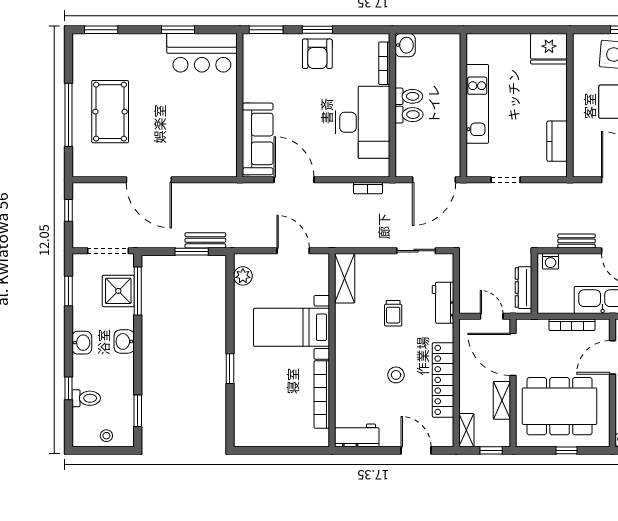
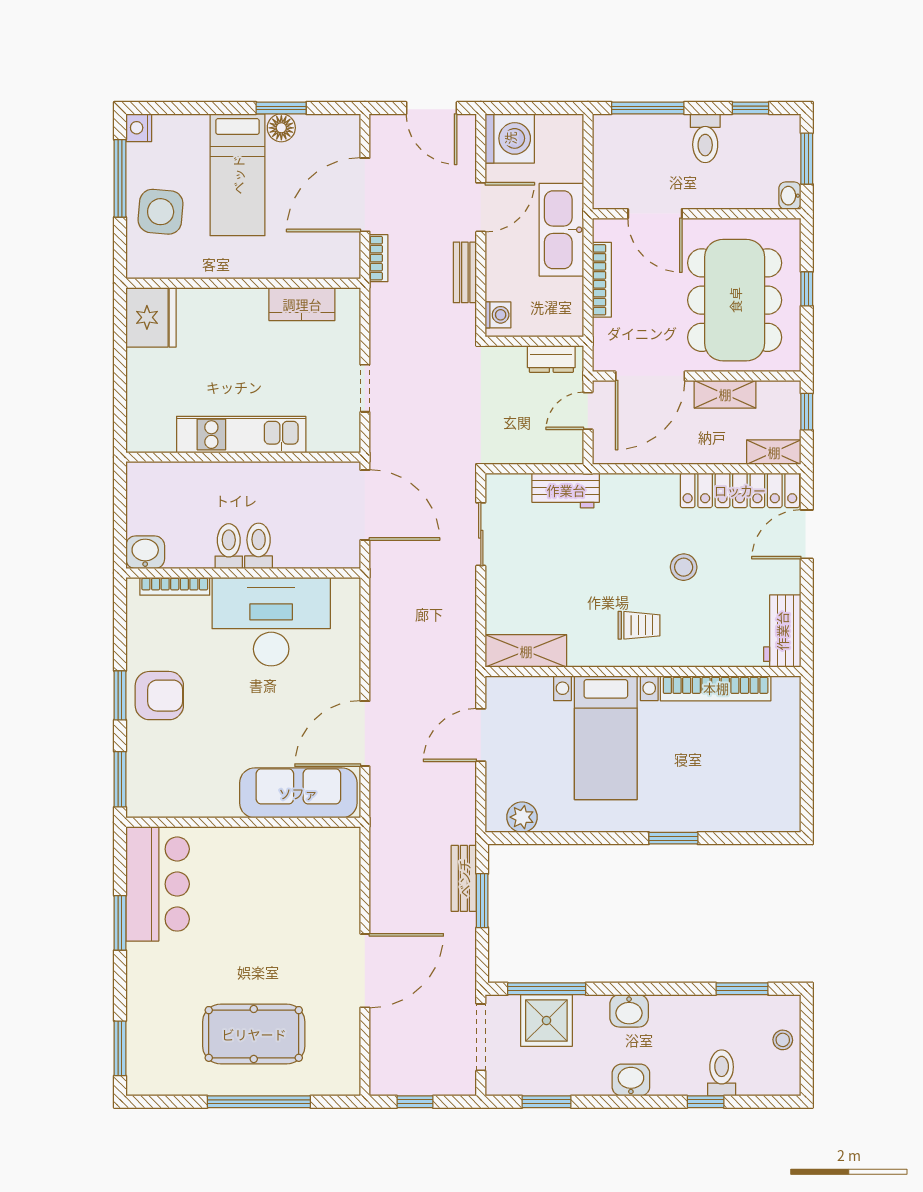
bookcase: (368, 188) -> (379, 258), moved
dresser: (523, 288) -> (551, 359), width x0.70
trolley: (393, 313) -> (639, 625), moved
locker: (443, 380) -> (740, 490), moved

